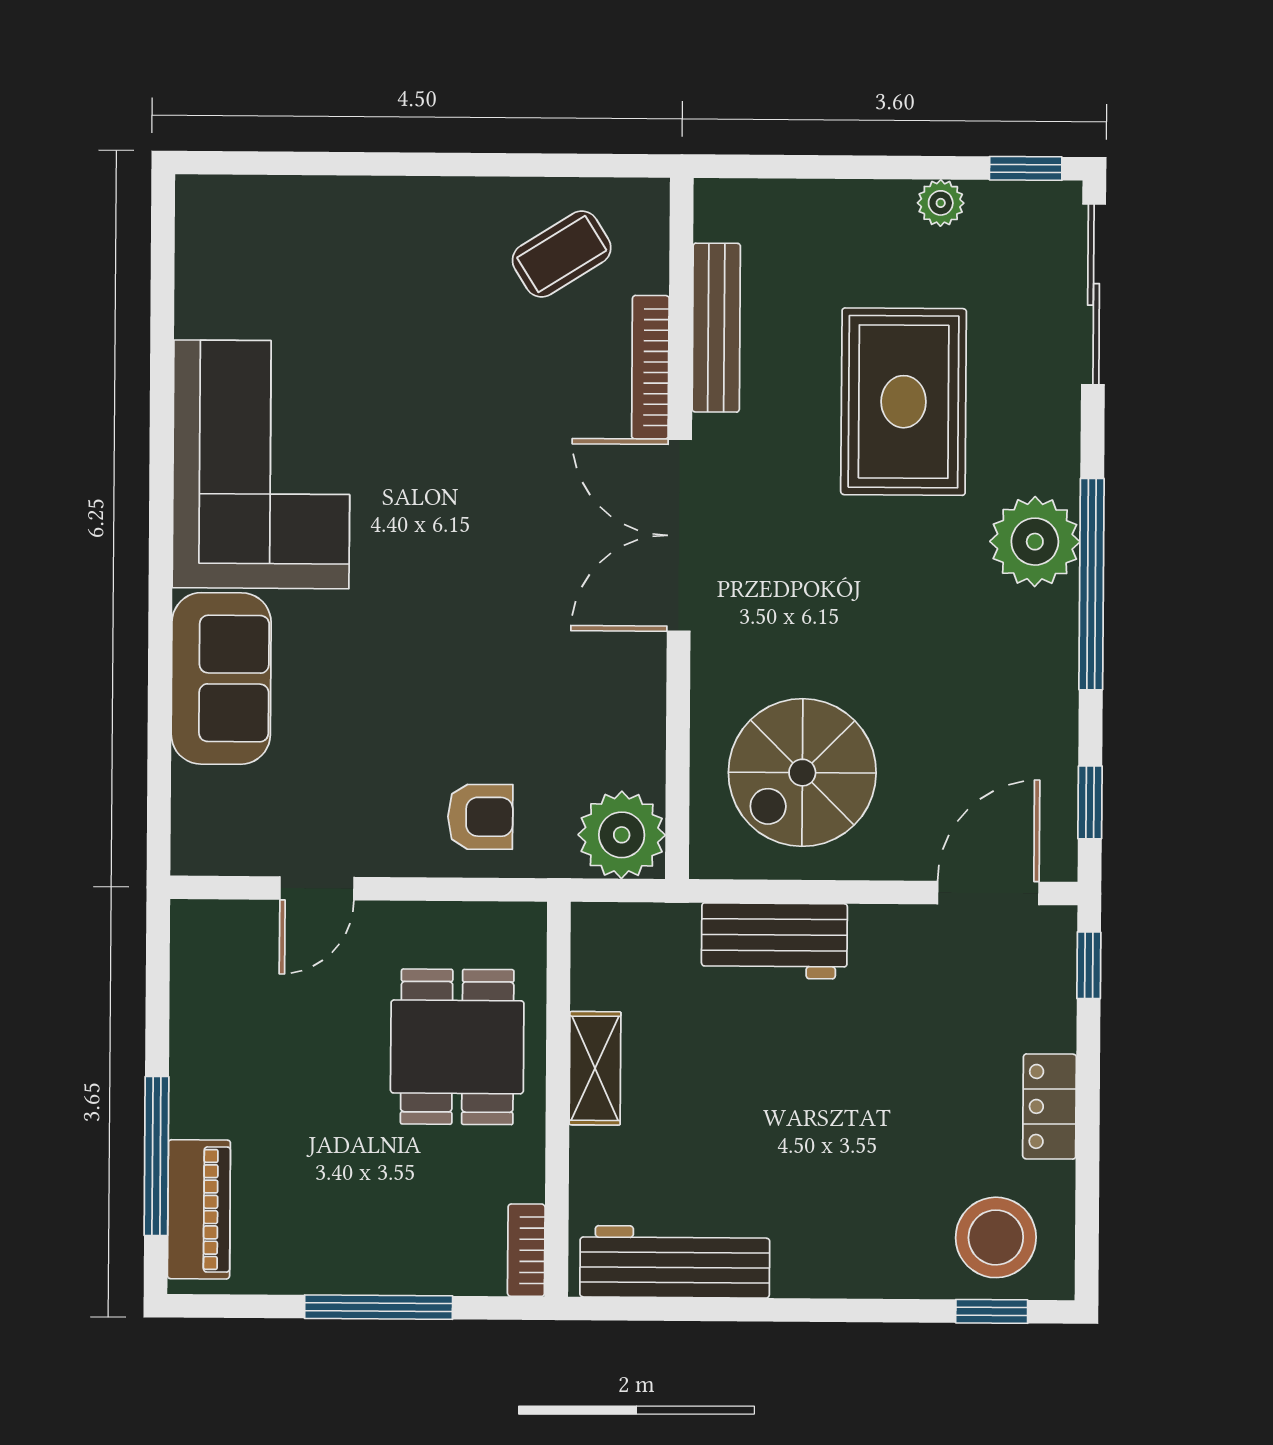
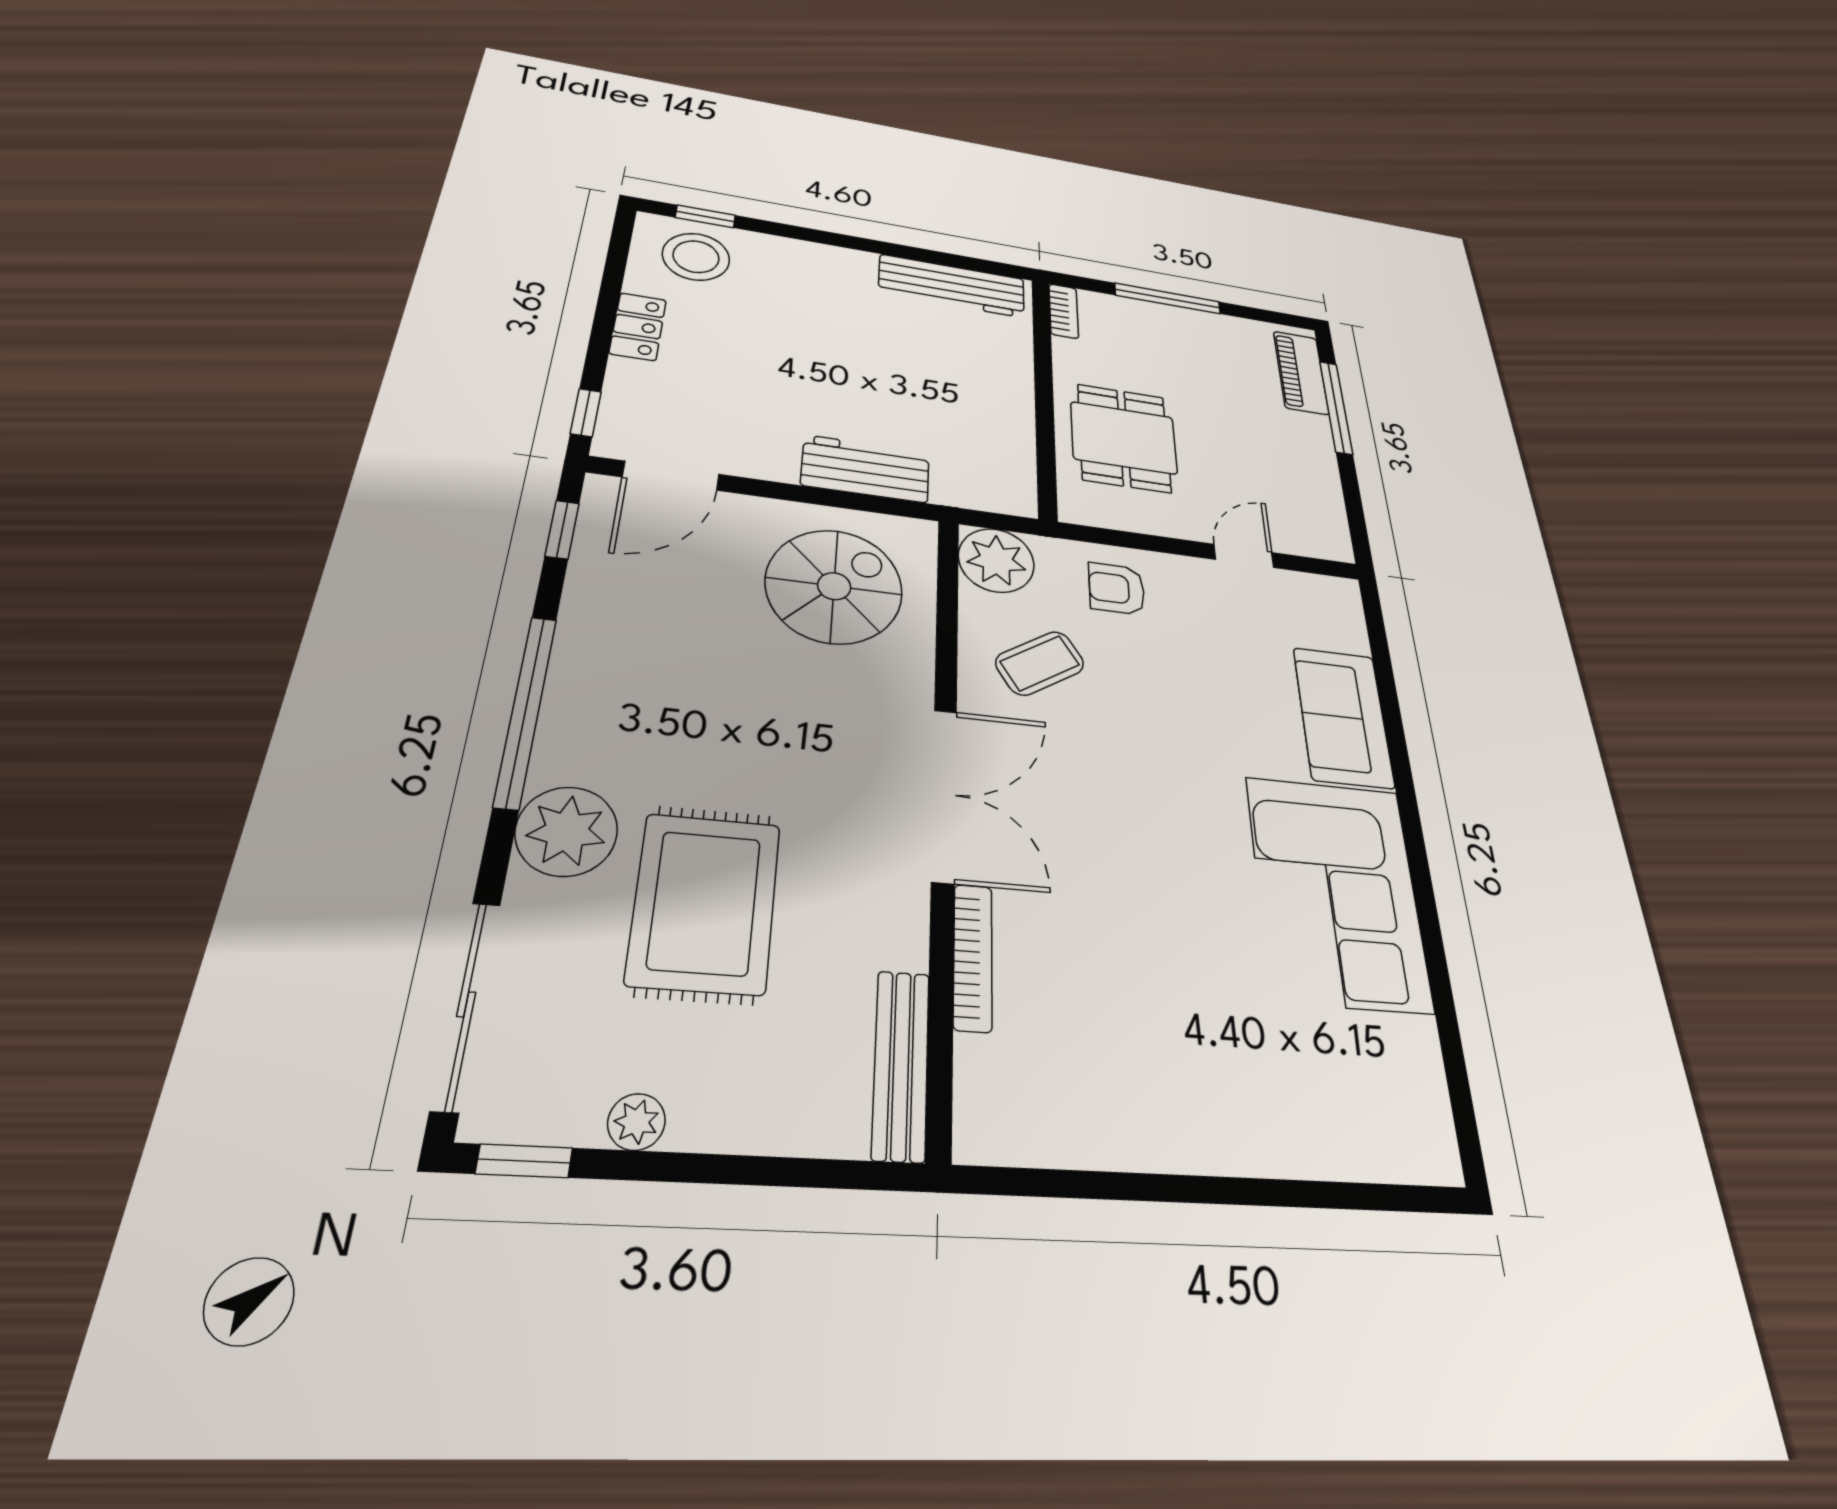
coffee table: (562, 254) -> (1040, 663), moved
bench: (716, 328) -> (901, 1064), moved
plant: (1035, 542) -> (567, 831), moved
shelving: (595, 1068) -> (1015, 408), removed

